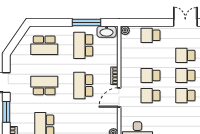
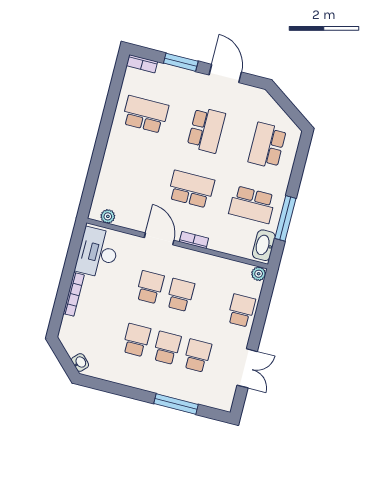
school desk: (83, 45) -> (252, 205), turned 180

